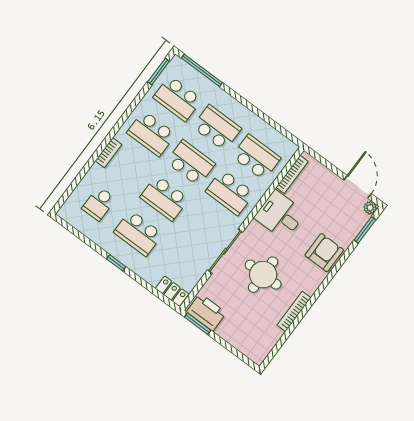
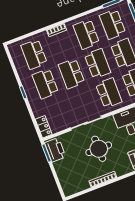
school desk: (230, 192) -> (109, 93), turned 180
school desk: (99, 204) -> (34, 54), width x1.85

